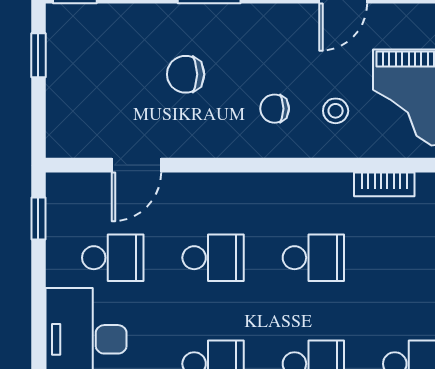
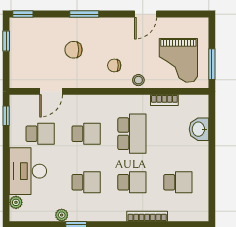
stool: (336, 111) -> (138, 80), moved
school desk: (313, 258) -> (132, 134), width x1.85

